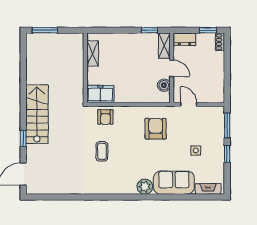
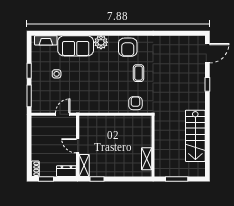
window: (45, 30) -> (177, 179), moved
boiler: (164, 85) -> (84, 131), removed
freezer: (100, 94) -> (140, 123), removed
door: (189, 104) -> (63, 114), swing flipped
stairs: (37, 114) -> (195, 136), moved
armchair: (156, 129) -> (128, 47), moved

